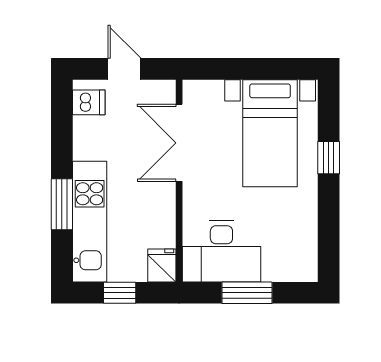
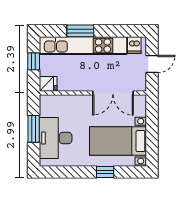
double door: (179, 143) -> (113, 93), swing flipped
kitchen unit: (90, 222) -> (83, 46), width x1.36
desk: (221, 251) -> (56, 138), moved

